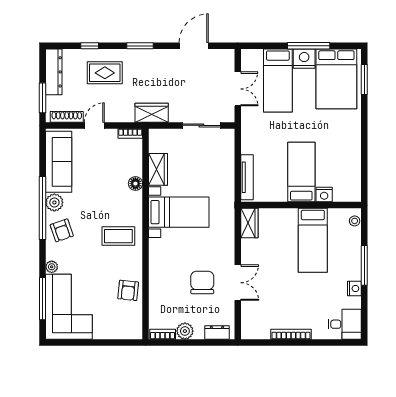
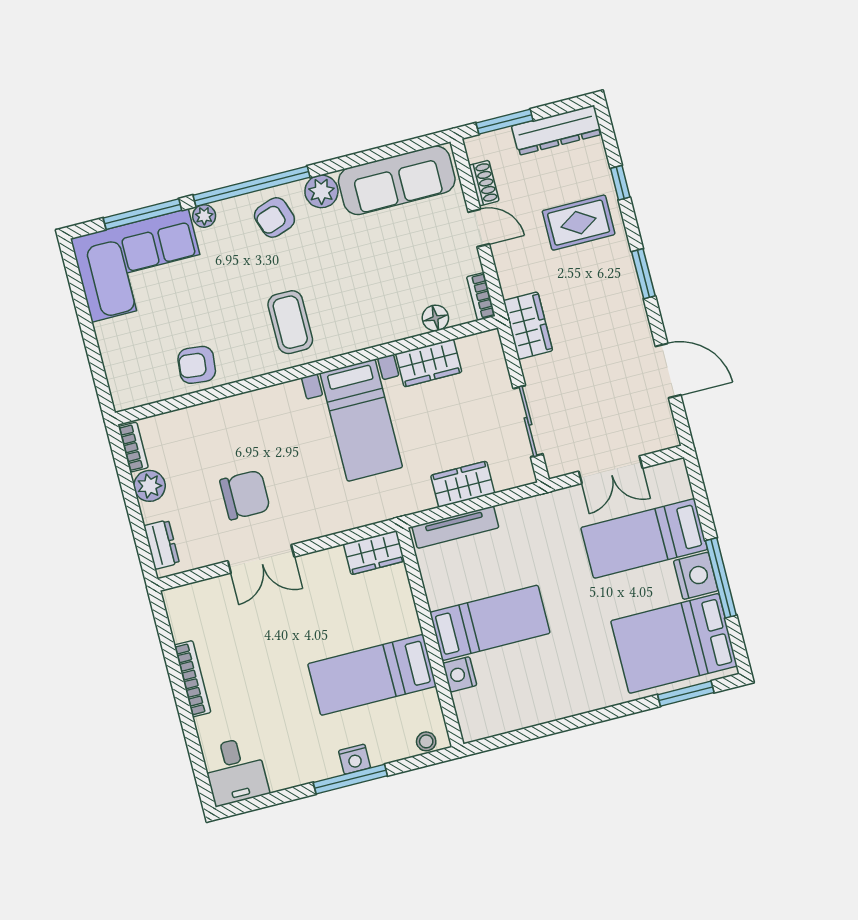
rug: (105, 73) -> (579, 223), turned 90
shoe rack: (67, 117) -> (484, 183), width x0.70
wardrobe: (226, 168) -> (463, 484), added
floor lamp: (135, 184) -> (435, 318), moved
window: (42, 208) -> (252, 186), moved
nightstand: (354, 289) -> (355, 759), moved

